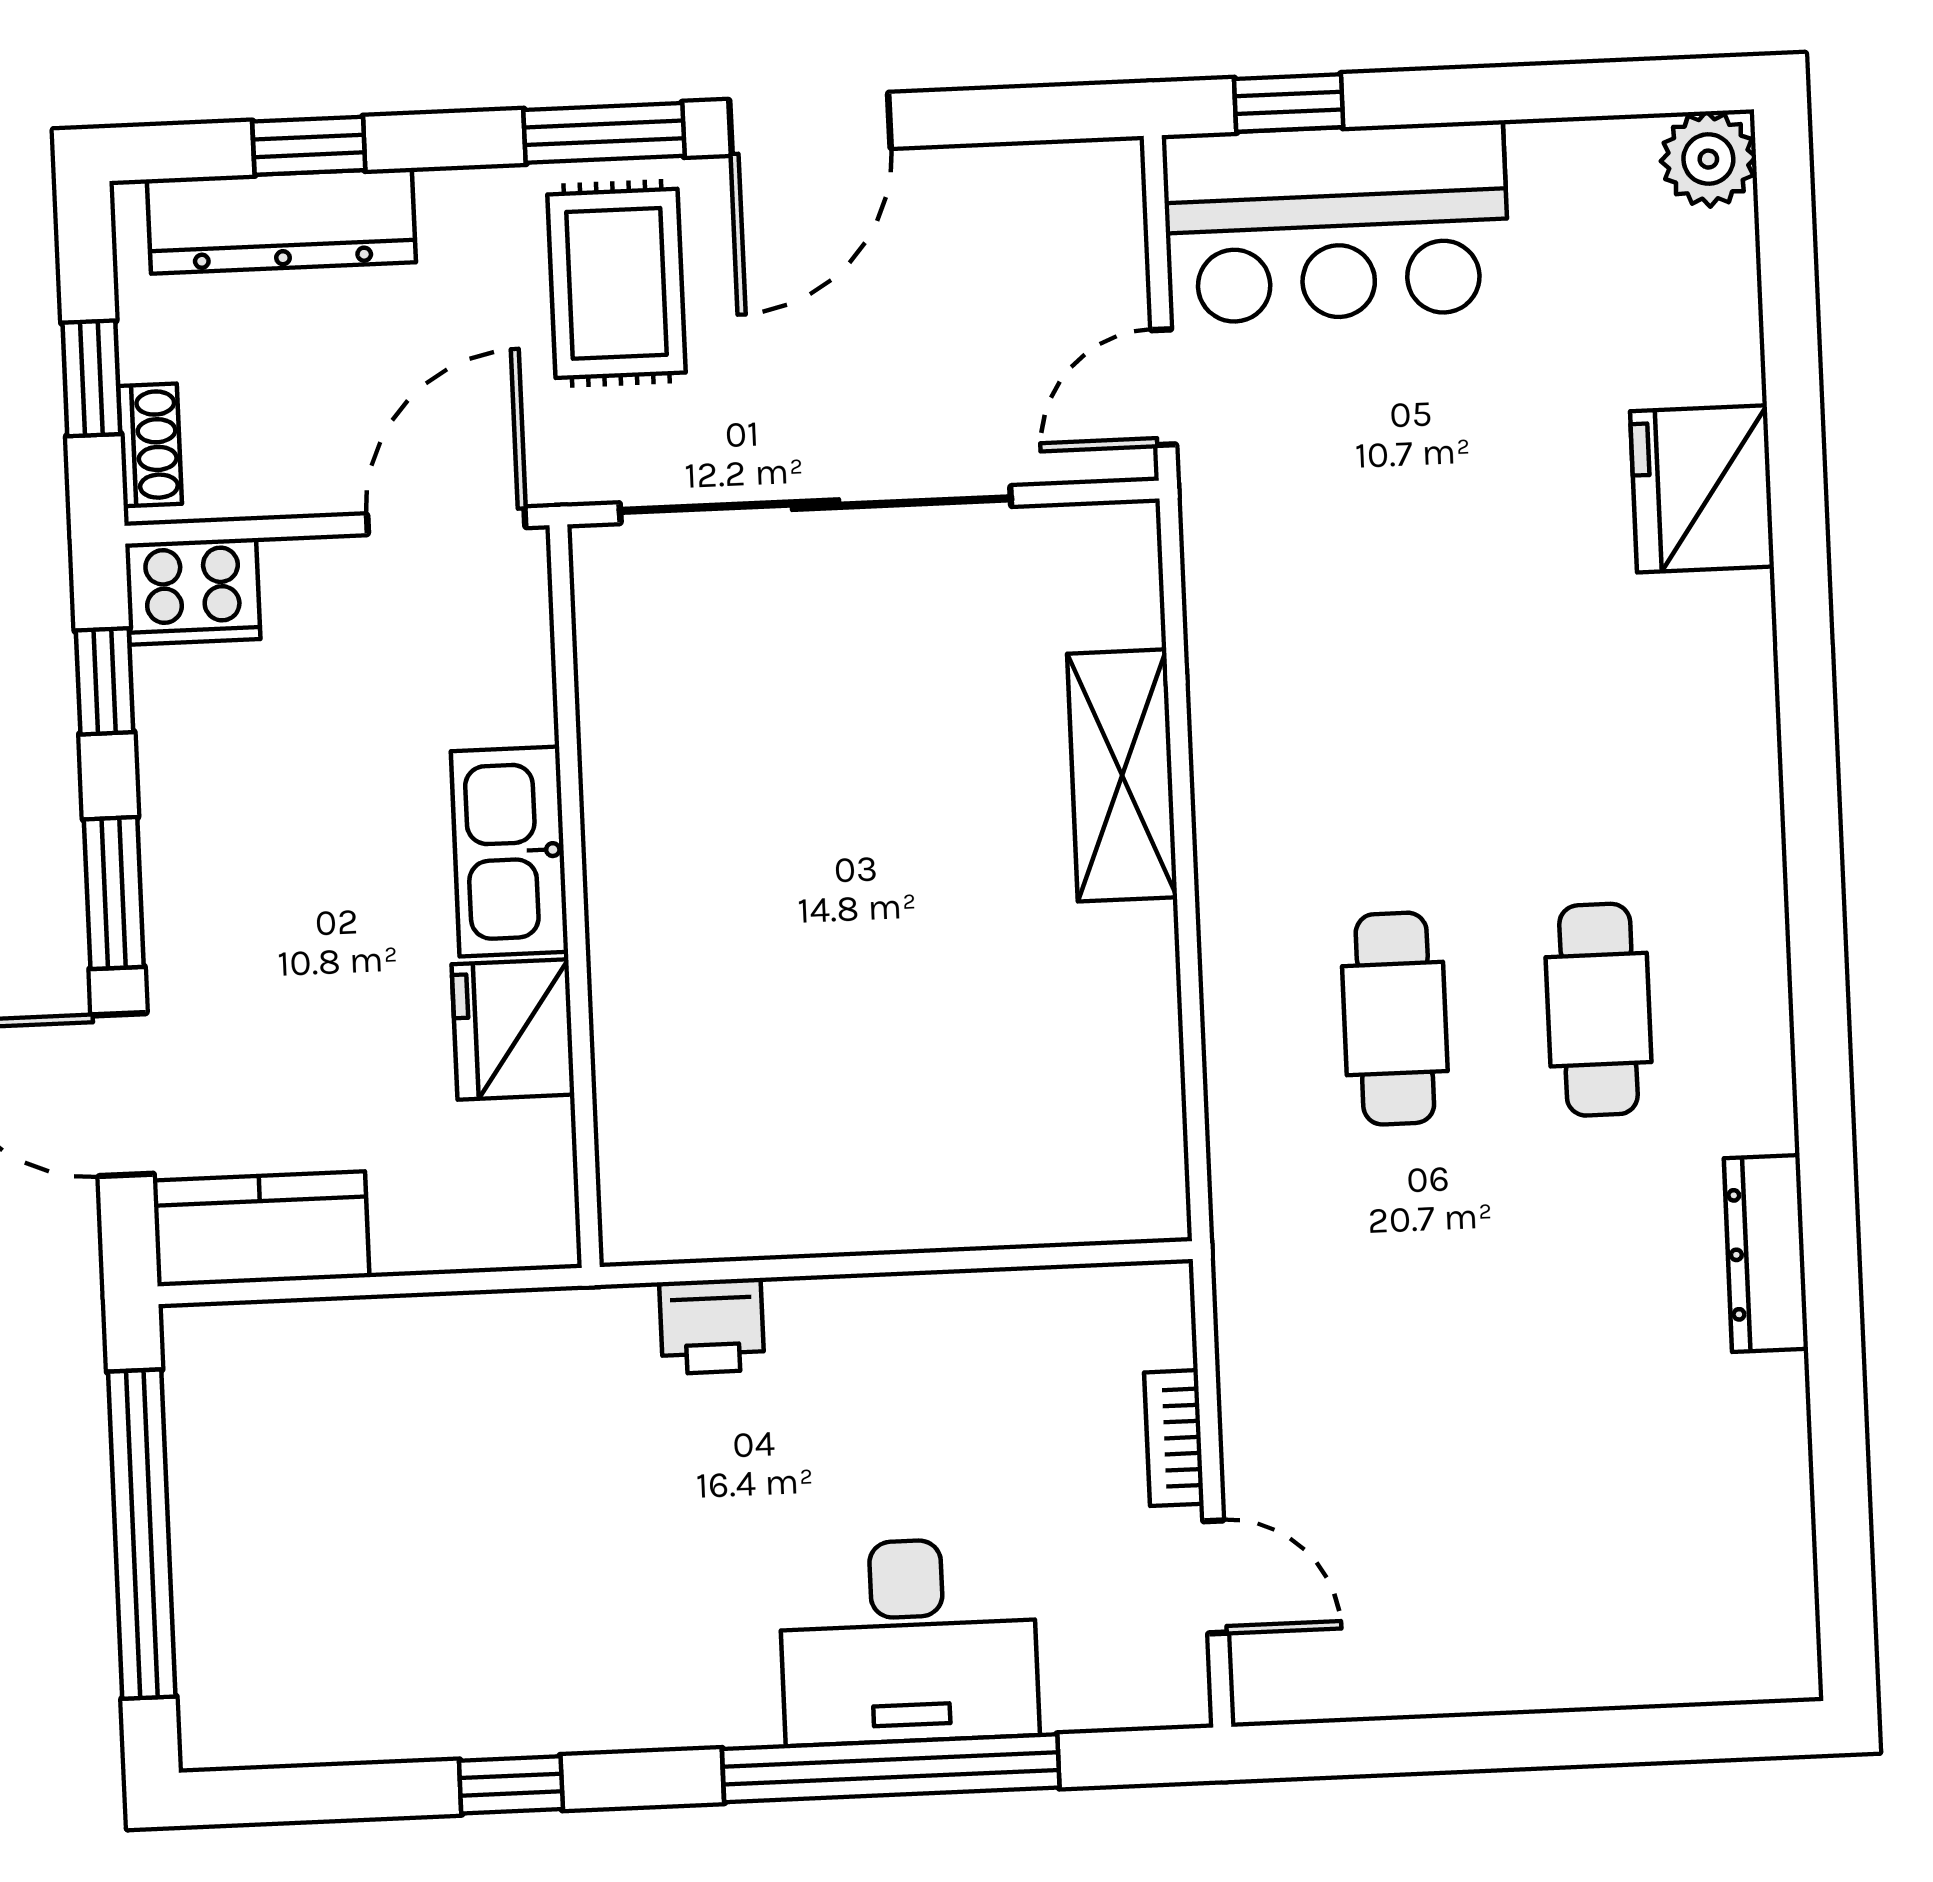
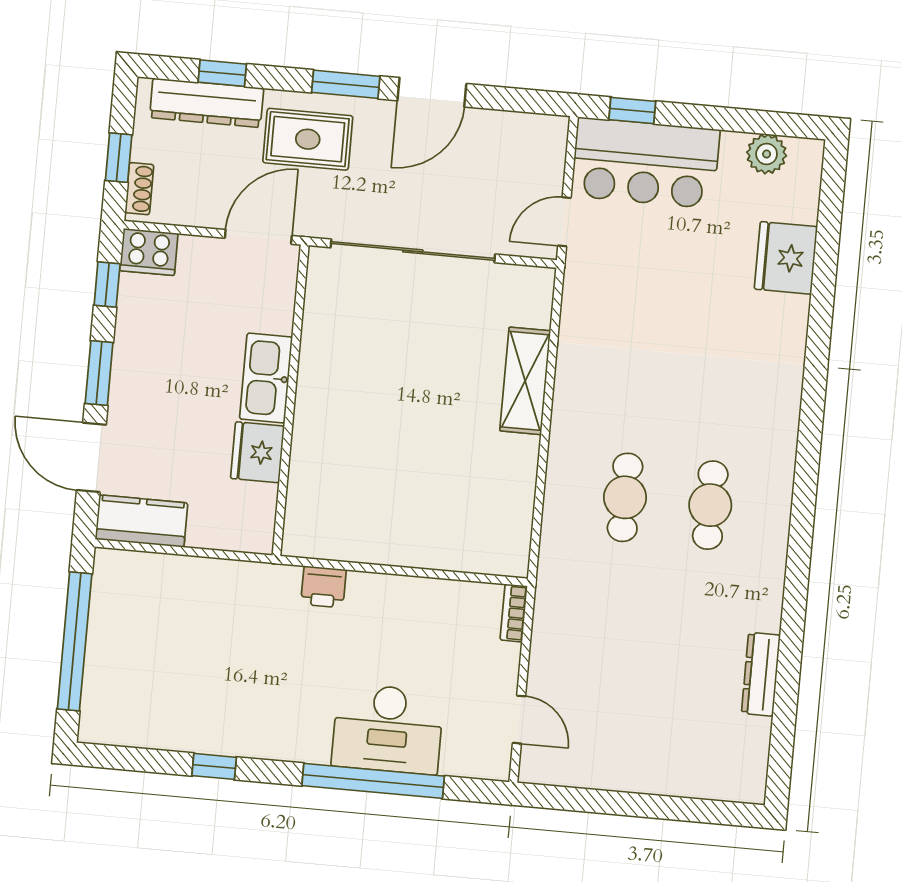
plant: (1708, 159) -> (767, 154), moved
rug: (617, 283) -> (308, 139), moved, turned 90
fridge: (1702, 489) -> (786, 258), moved
dresser: (1766, 1254) -> (761, 674), moved
bookcase: (1174, 1438) -> (514, 613), moved

